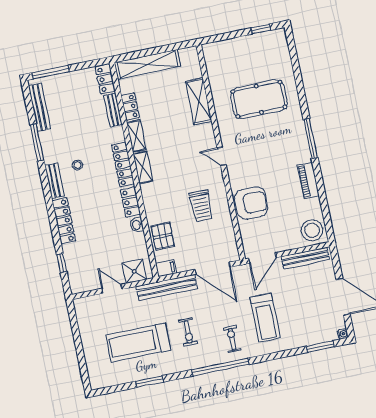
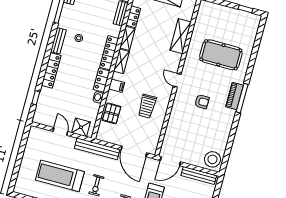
piano: (308, 181) -> (234, 96), moved
armchair: (251, 203) -> (202, 102), moved, width x0.53, depth x0.53
filing cabinet: (166, 268) -> (117, 86), moved

